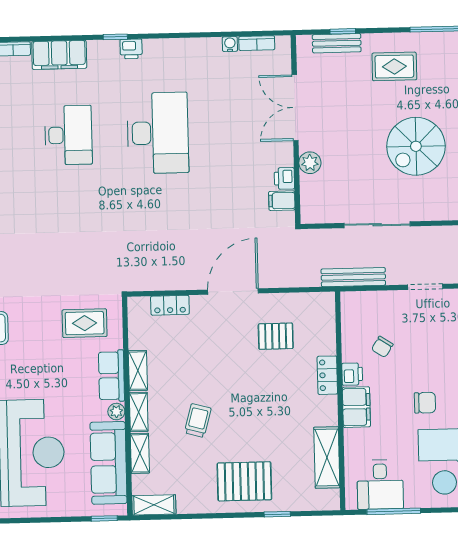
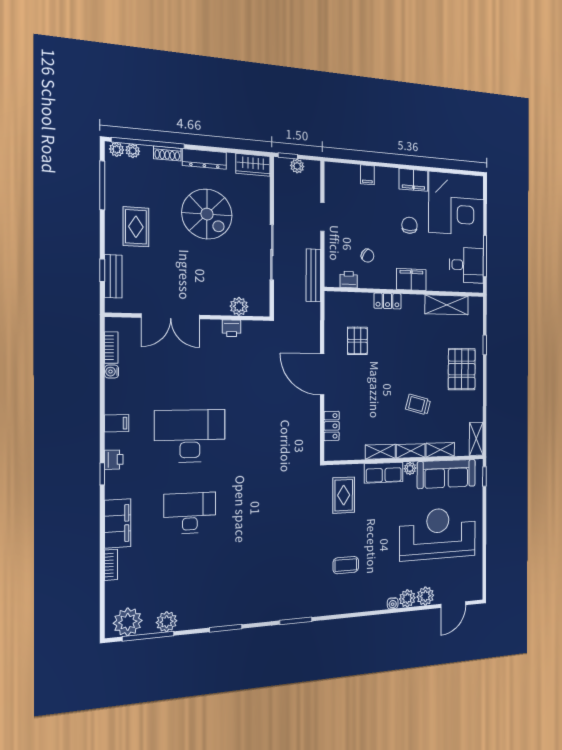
plant: (310, 163) -> (239, 306), moved
filing cabinet: (282, 201) -> (117, 423), moved, turned -90
printer: (352, 374) -> (349, 280), moved

